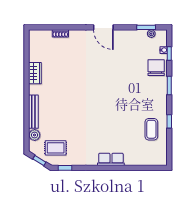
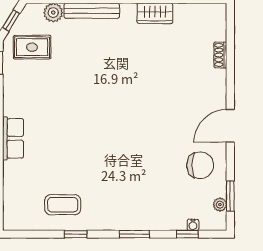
chair: (156, 68) -> (200, 165), moved
rug: (56, 148) -> (32, 47), turned 90

